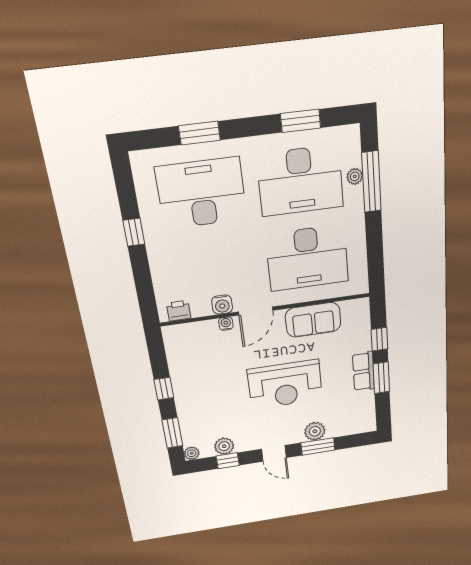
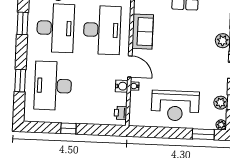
reception desk: (285, 384) -> (175, 106), moved, turned 90
window: (164, 389) -> (171, 133), removed

